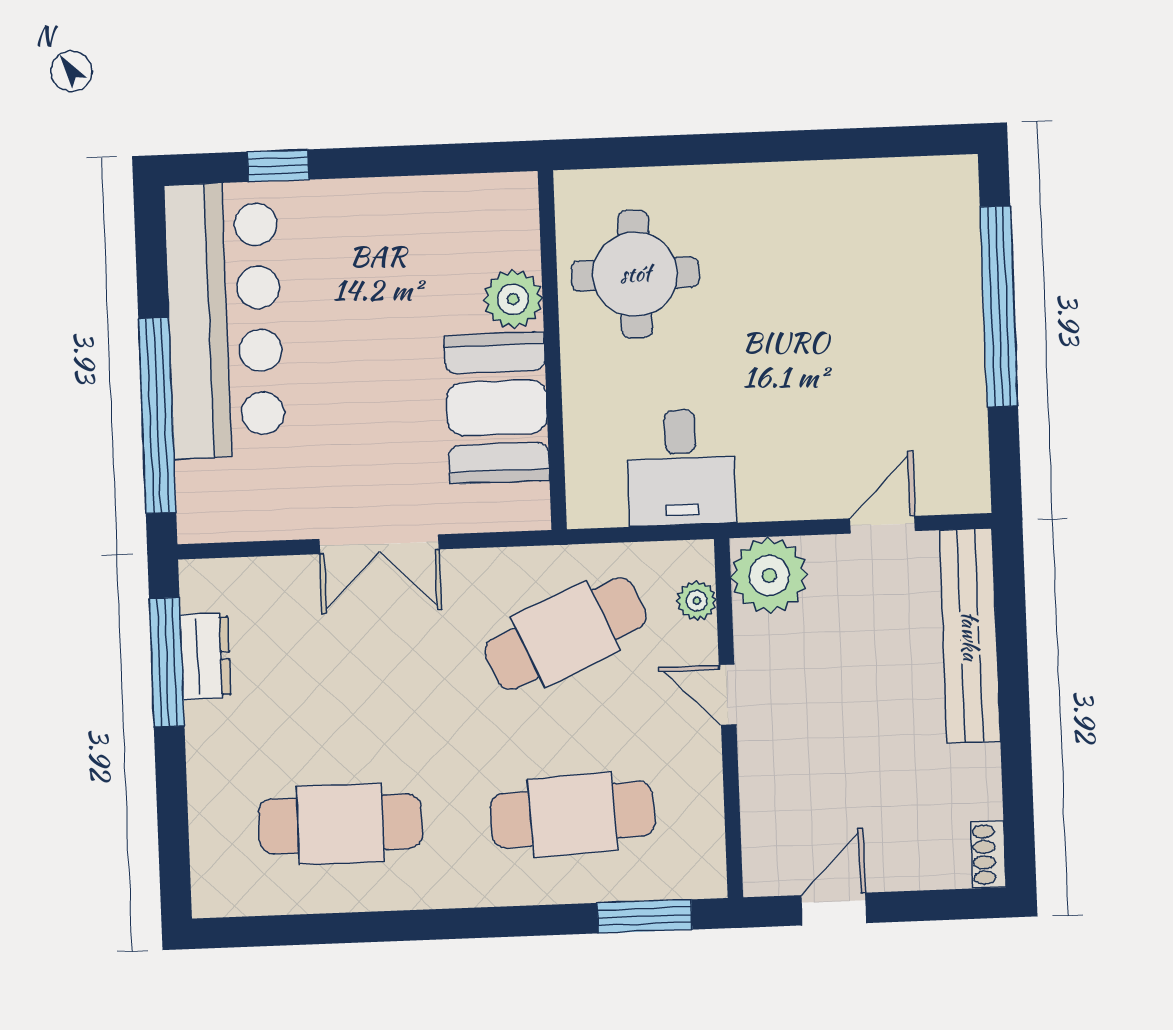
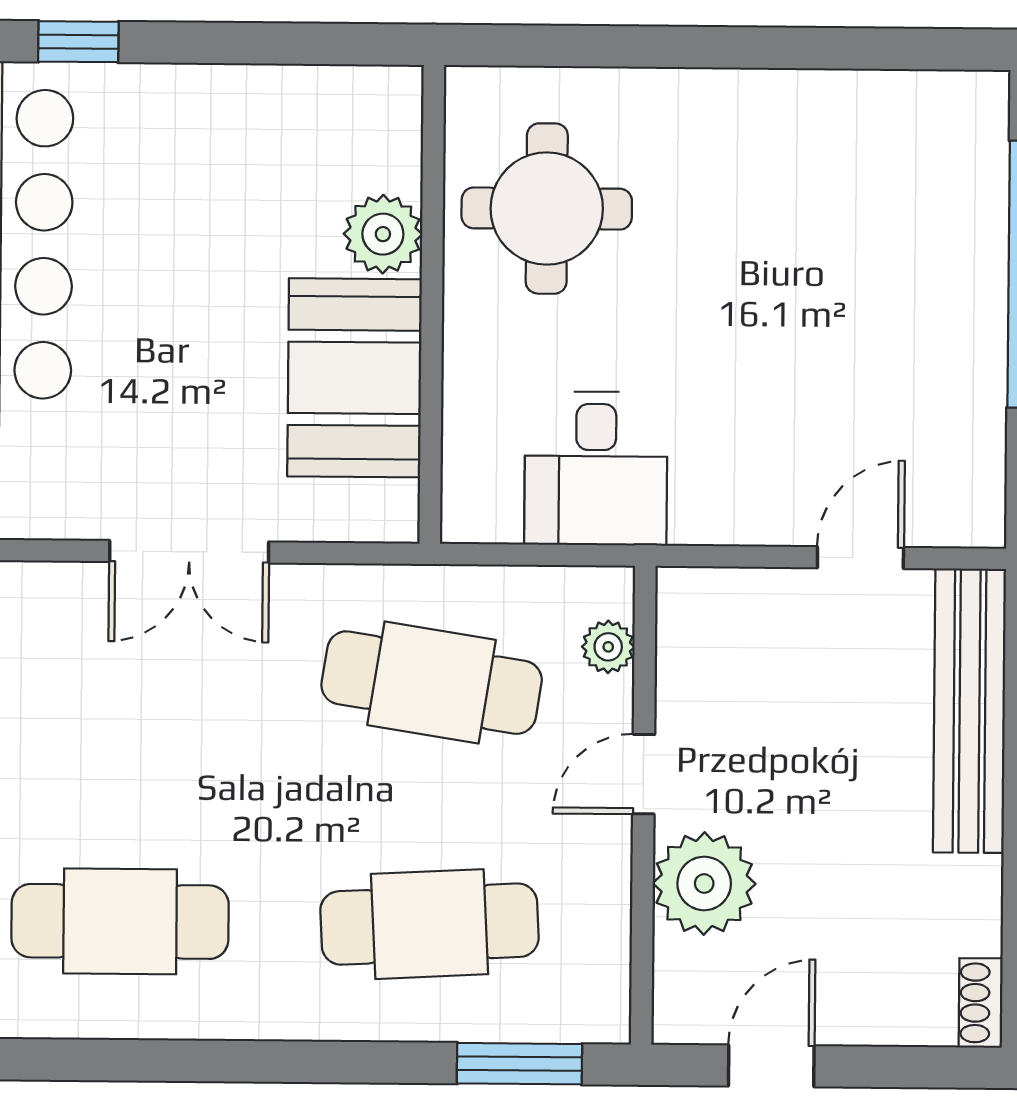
plant: (769, 575) -> (704, 883), moved
cafe table: (565, 634) -> (432, 683), turned 33
door: (728, 695) -> (644, 774), hinge flipped

